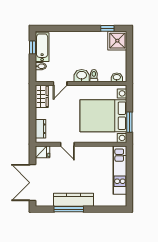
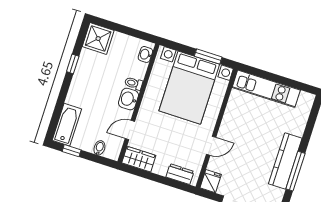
window: (107, 28) -> (73, 64), moved
bathtub: (42, 47) -> (67, 125), moved, turned 90
door: (60, 84) -> (130, 130), swing flipped

